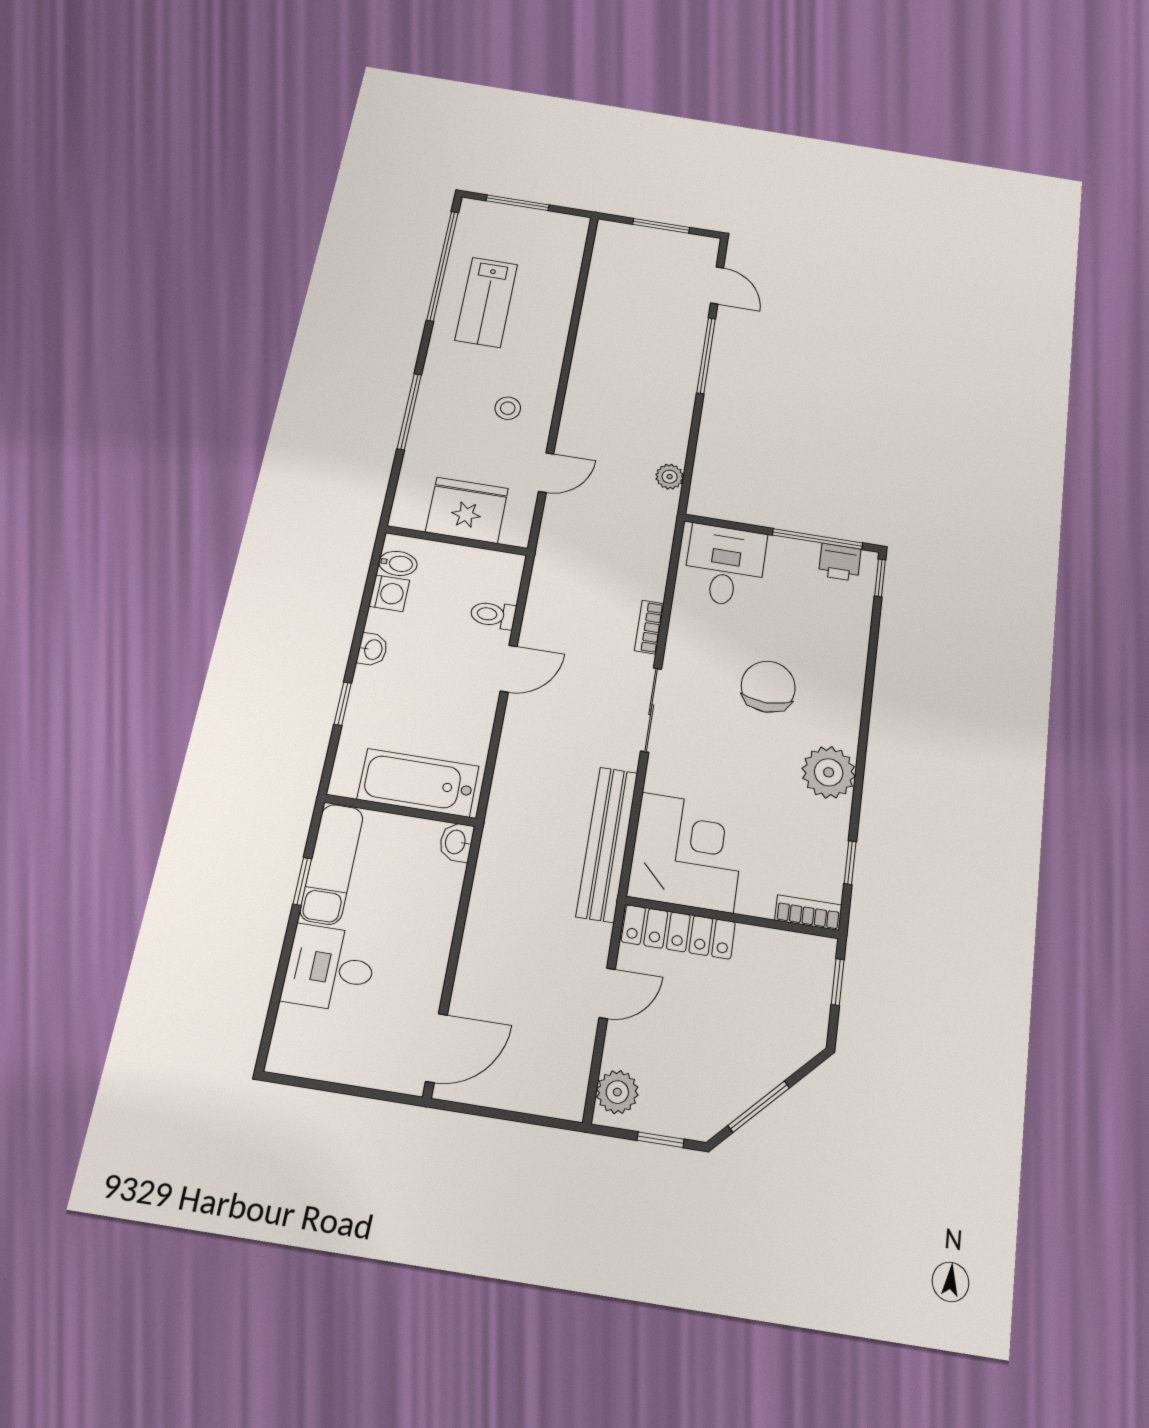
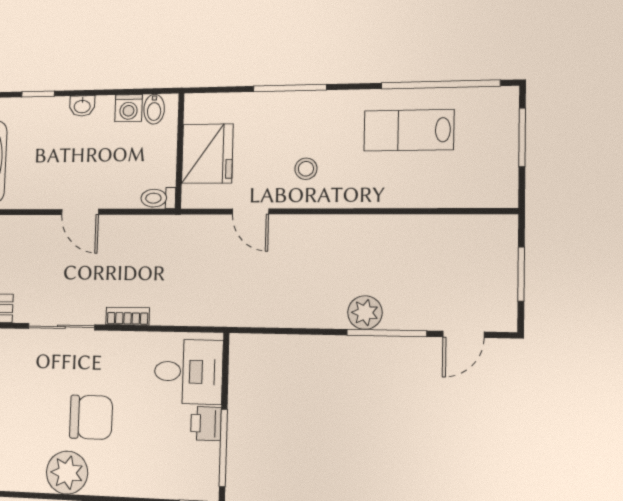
plant: (670, 477) -> (365, 313), moved, width x1.38, depth x1.38
printer: (840, 562) -> (206, 424), moved
toilet: (493, 615) -> (158, 198), moved, turned -90
plant: (829, 772) -> (67, 473), moved

